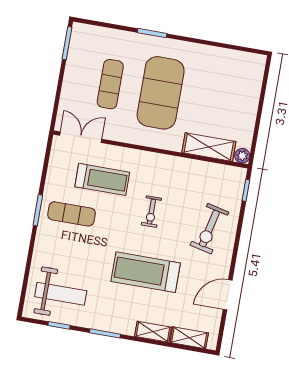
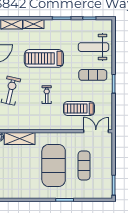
double door: (81, 137) -> (96, 131), swing flipped
exercise mat: (71, 214) -> (93, 75), moved
treadmill: (146, 272) -> (44, 58), turned 180
weight bench: (61, 294) -> (93, 47), moved

